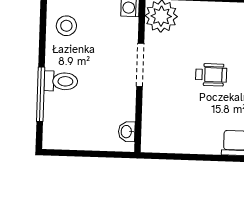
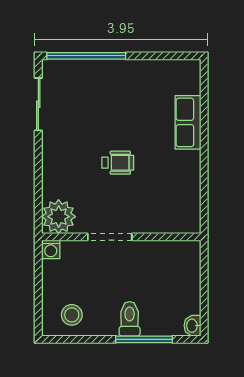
wheelchair: (211, 75) -> (118, 163), turned 90
washbasin: (127, 132) -> (192, 326), moved, turned 90

